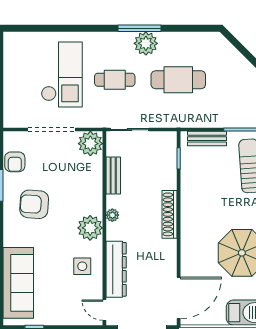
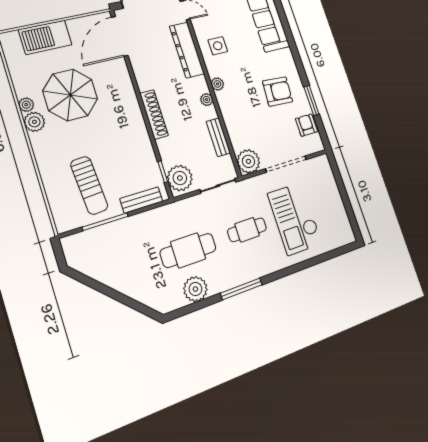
plant: (146, 43) -> (195, 289), moved
plant: (164, 148) -> (180, 178), added
plant: (90, 228) -> (217, 84), width x0.53, depth x0.53

